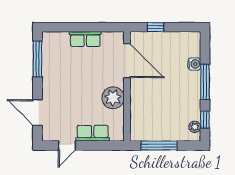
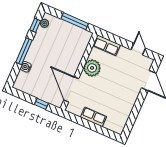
window: (37, 59) -> (132, 118), removed
row of seats: (93, 133) -> (107, 45), moved
door: (67, 146) -> (138, 49), hinge flipped

